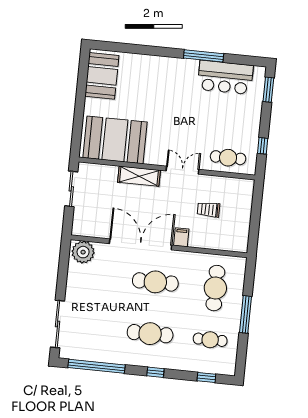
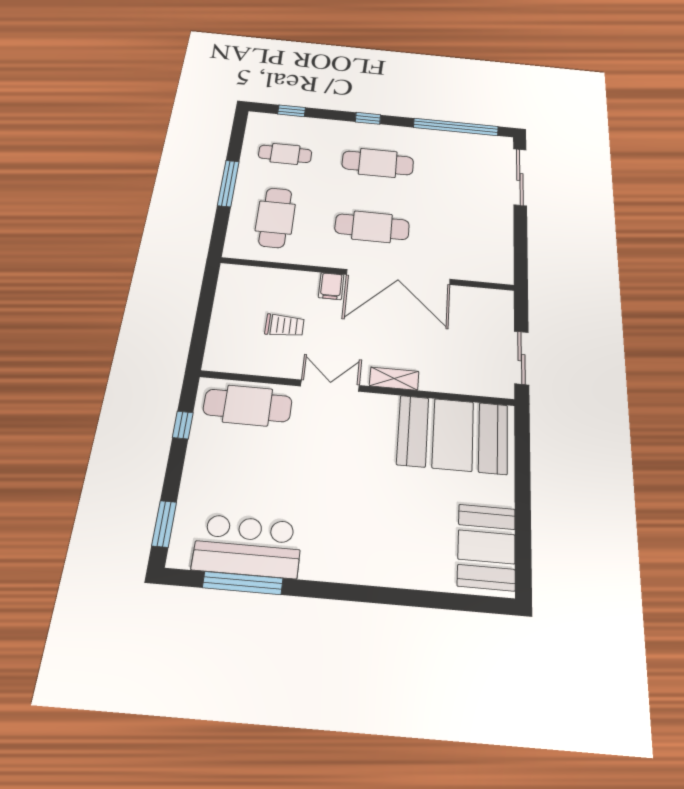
window: (204, 56) -> (243, 583), moved
cafe table: (228, 158) -> (248, 405), width x1.37, depth x1.35
double door: (182, 170) -> (330, 386), swing flipped
shelving: (139, 176) -> (394, 379), width x0.67, depth x0.75
plant: (83, 252) -> (491, 268), removed

